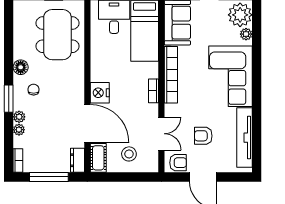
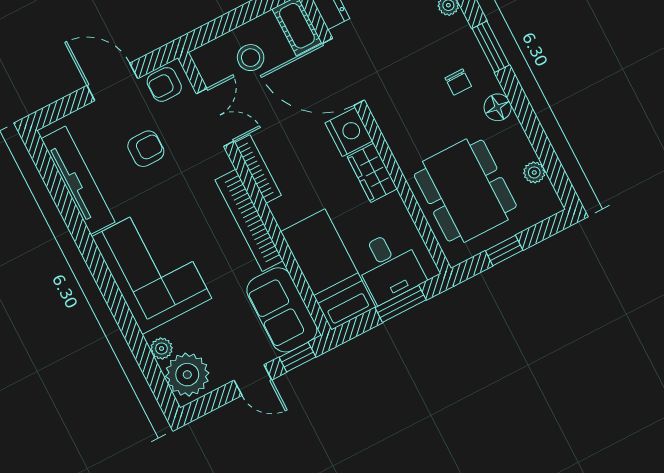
wardrobe: (99, 67) -> (372, 173), added
bookcase: (154, 91) -> (258, 169), width x1.56
plant: (19, 117) -> (534, 172), moved
double door: (161, 134) -> (215, 117), swing flipped

